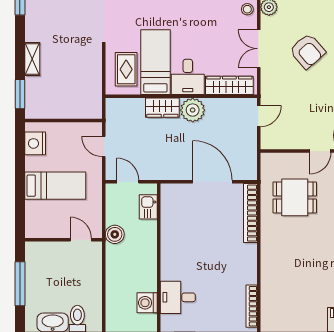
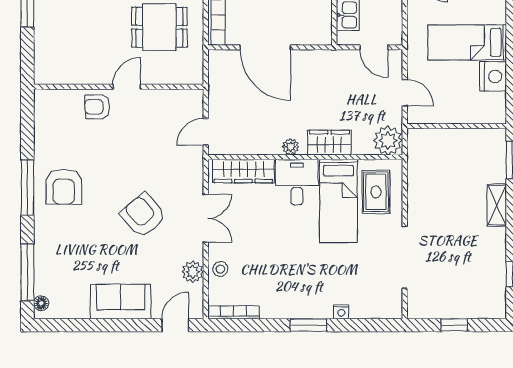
plant: (117, 109) -> (388, 140), added
plant: (193, 110) -> (291, 147), width x0.53, depth x0.53
nightstand: (35, 143) -> (493, 76), moved

